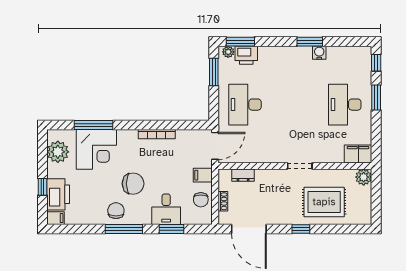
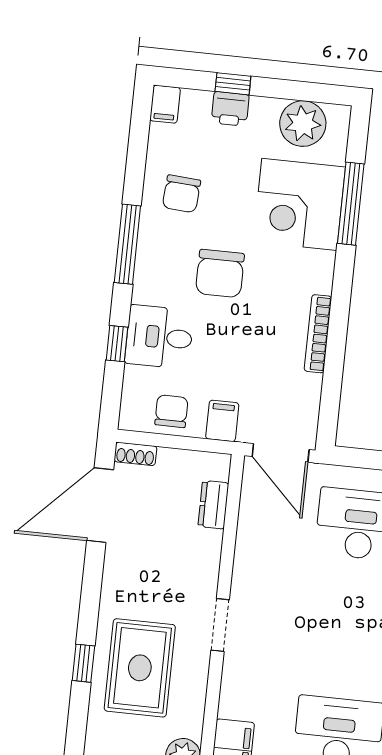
printer: (58, 194) -> (230, 109), width x0.53, depth x0.68
chair: (201, 200) -> (171, 411), turned 90
shoe rack: (223, 201) -> (135, 454), moved
chair: (116, 211) -> (181, 194), moved, turned 94
window: (171, 229) -> (117, 344), width x0.67
window: (301, 229) -> (83, 663), moved

